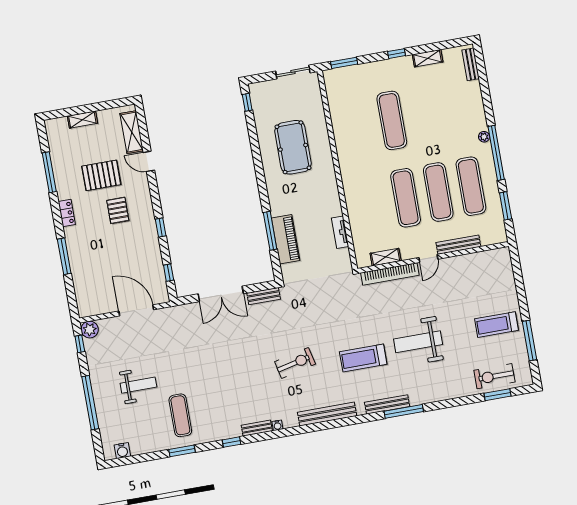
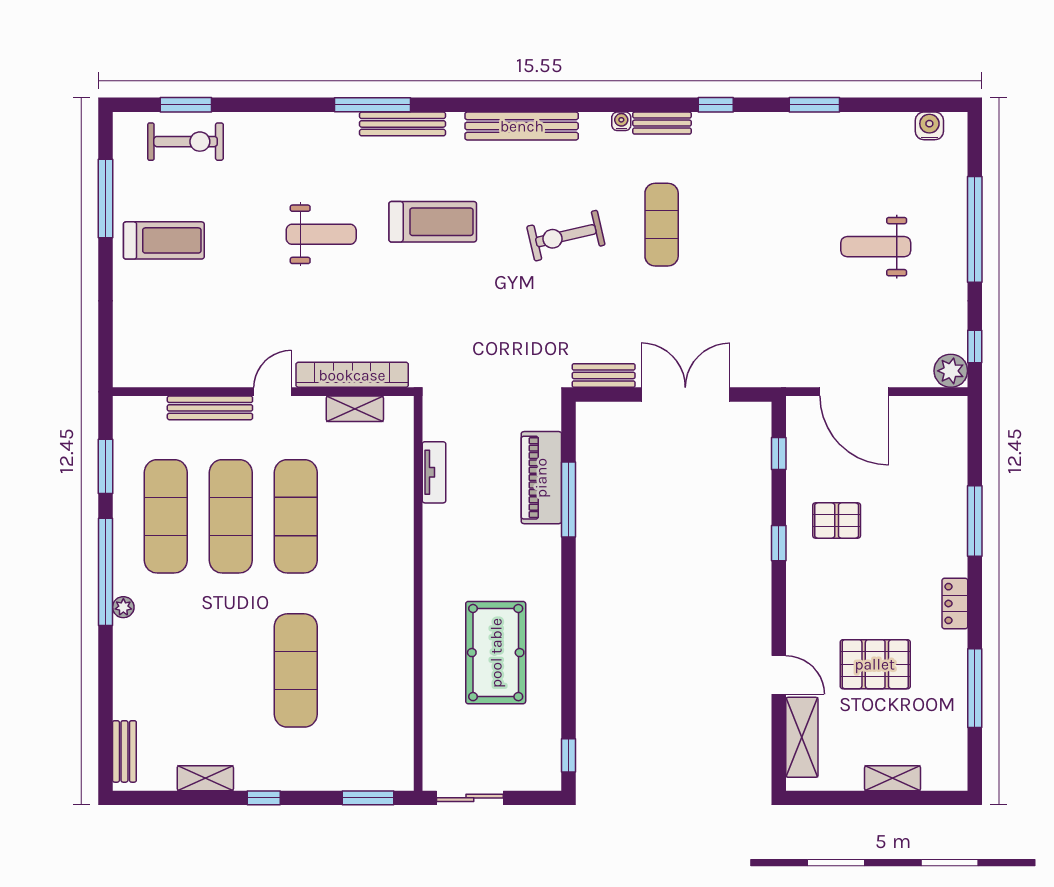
pallet: (118, 210) -> (837, 520), moved, turned 90
weight bench: (418, 342) -> (321, 234), width x0.73, depth x0.75
exercise mat: (180, 415) -> (662, 225), moved

